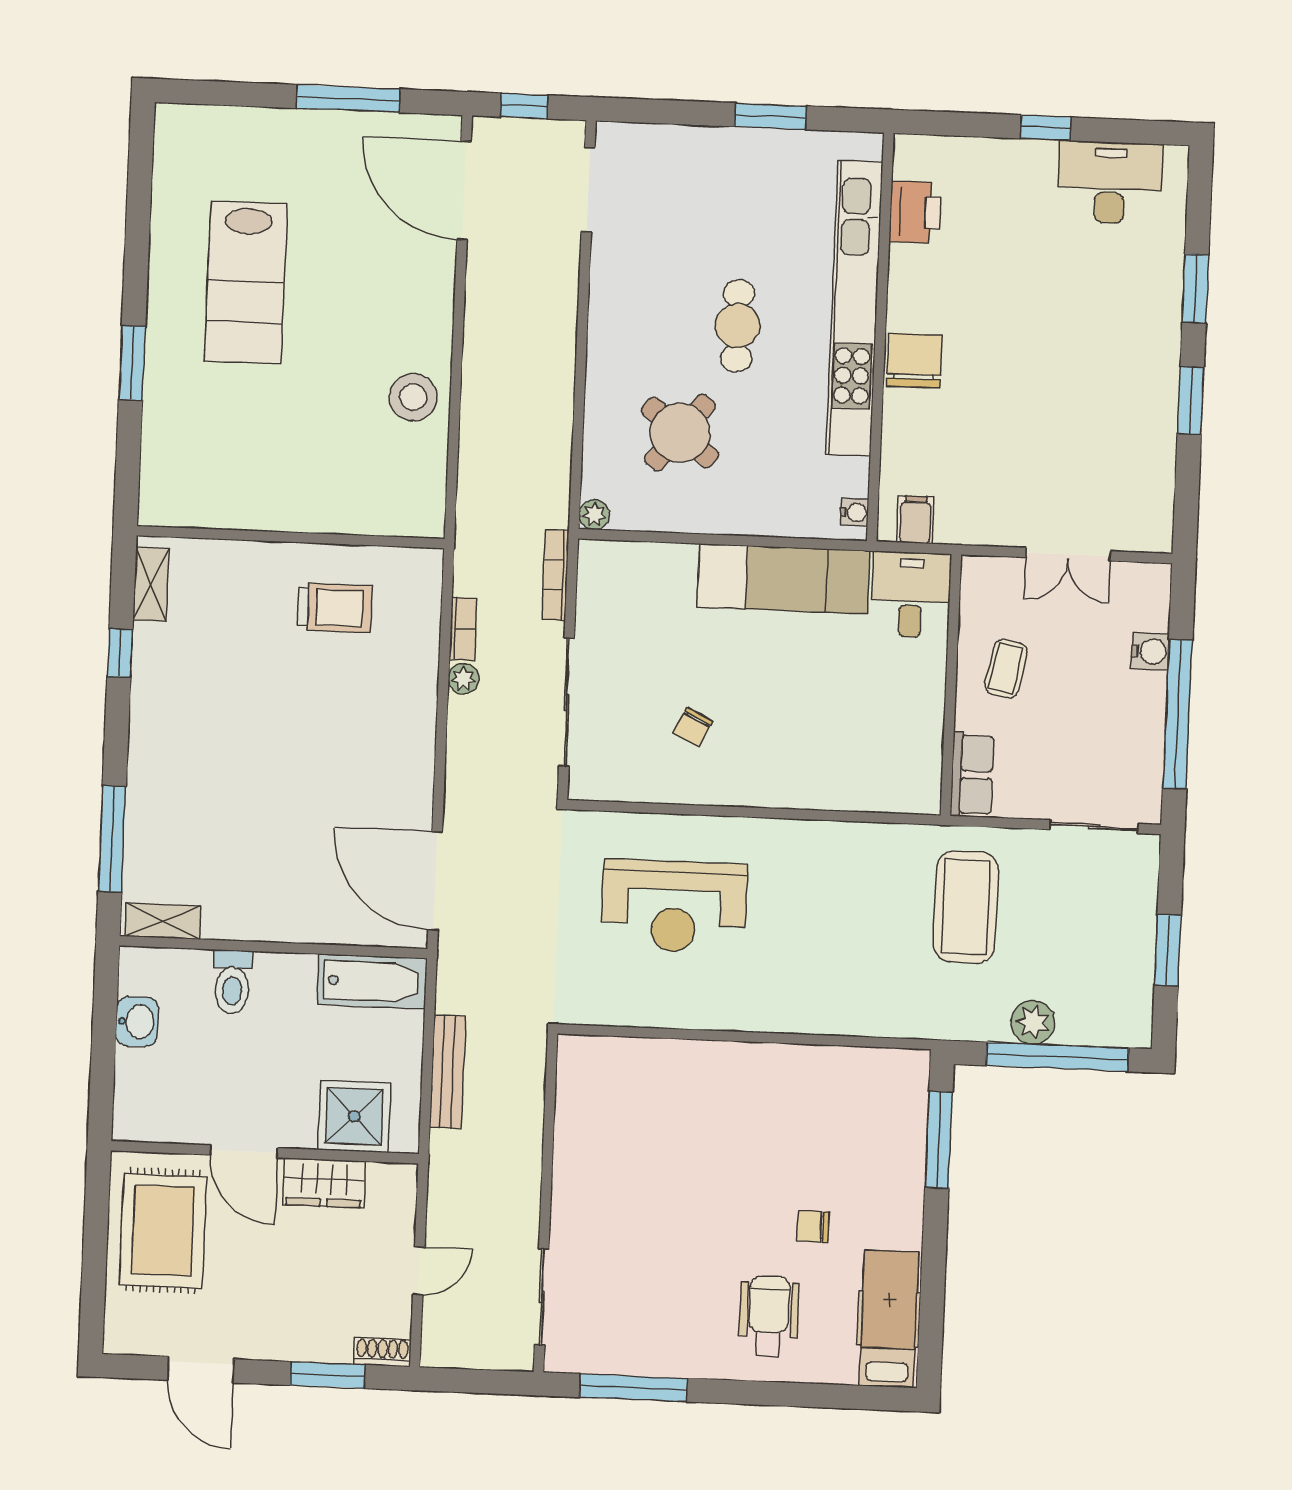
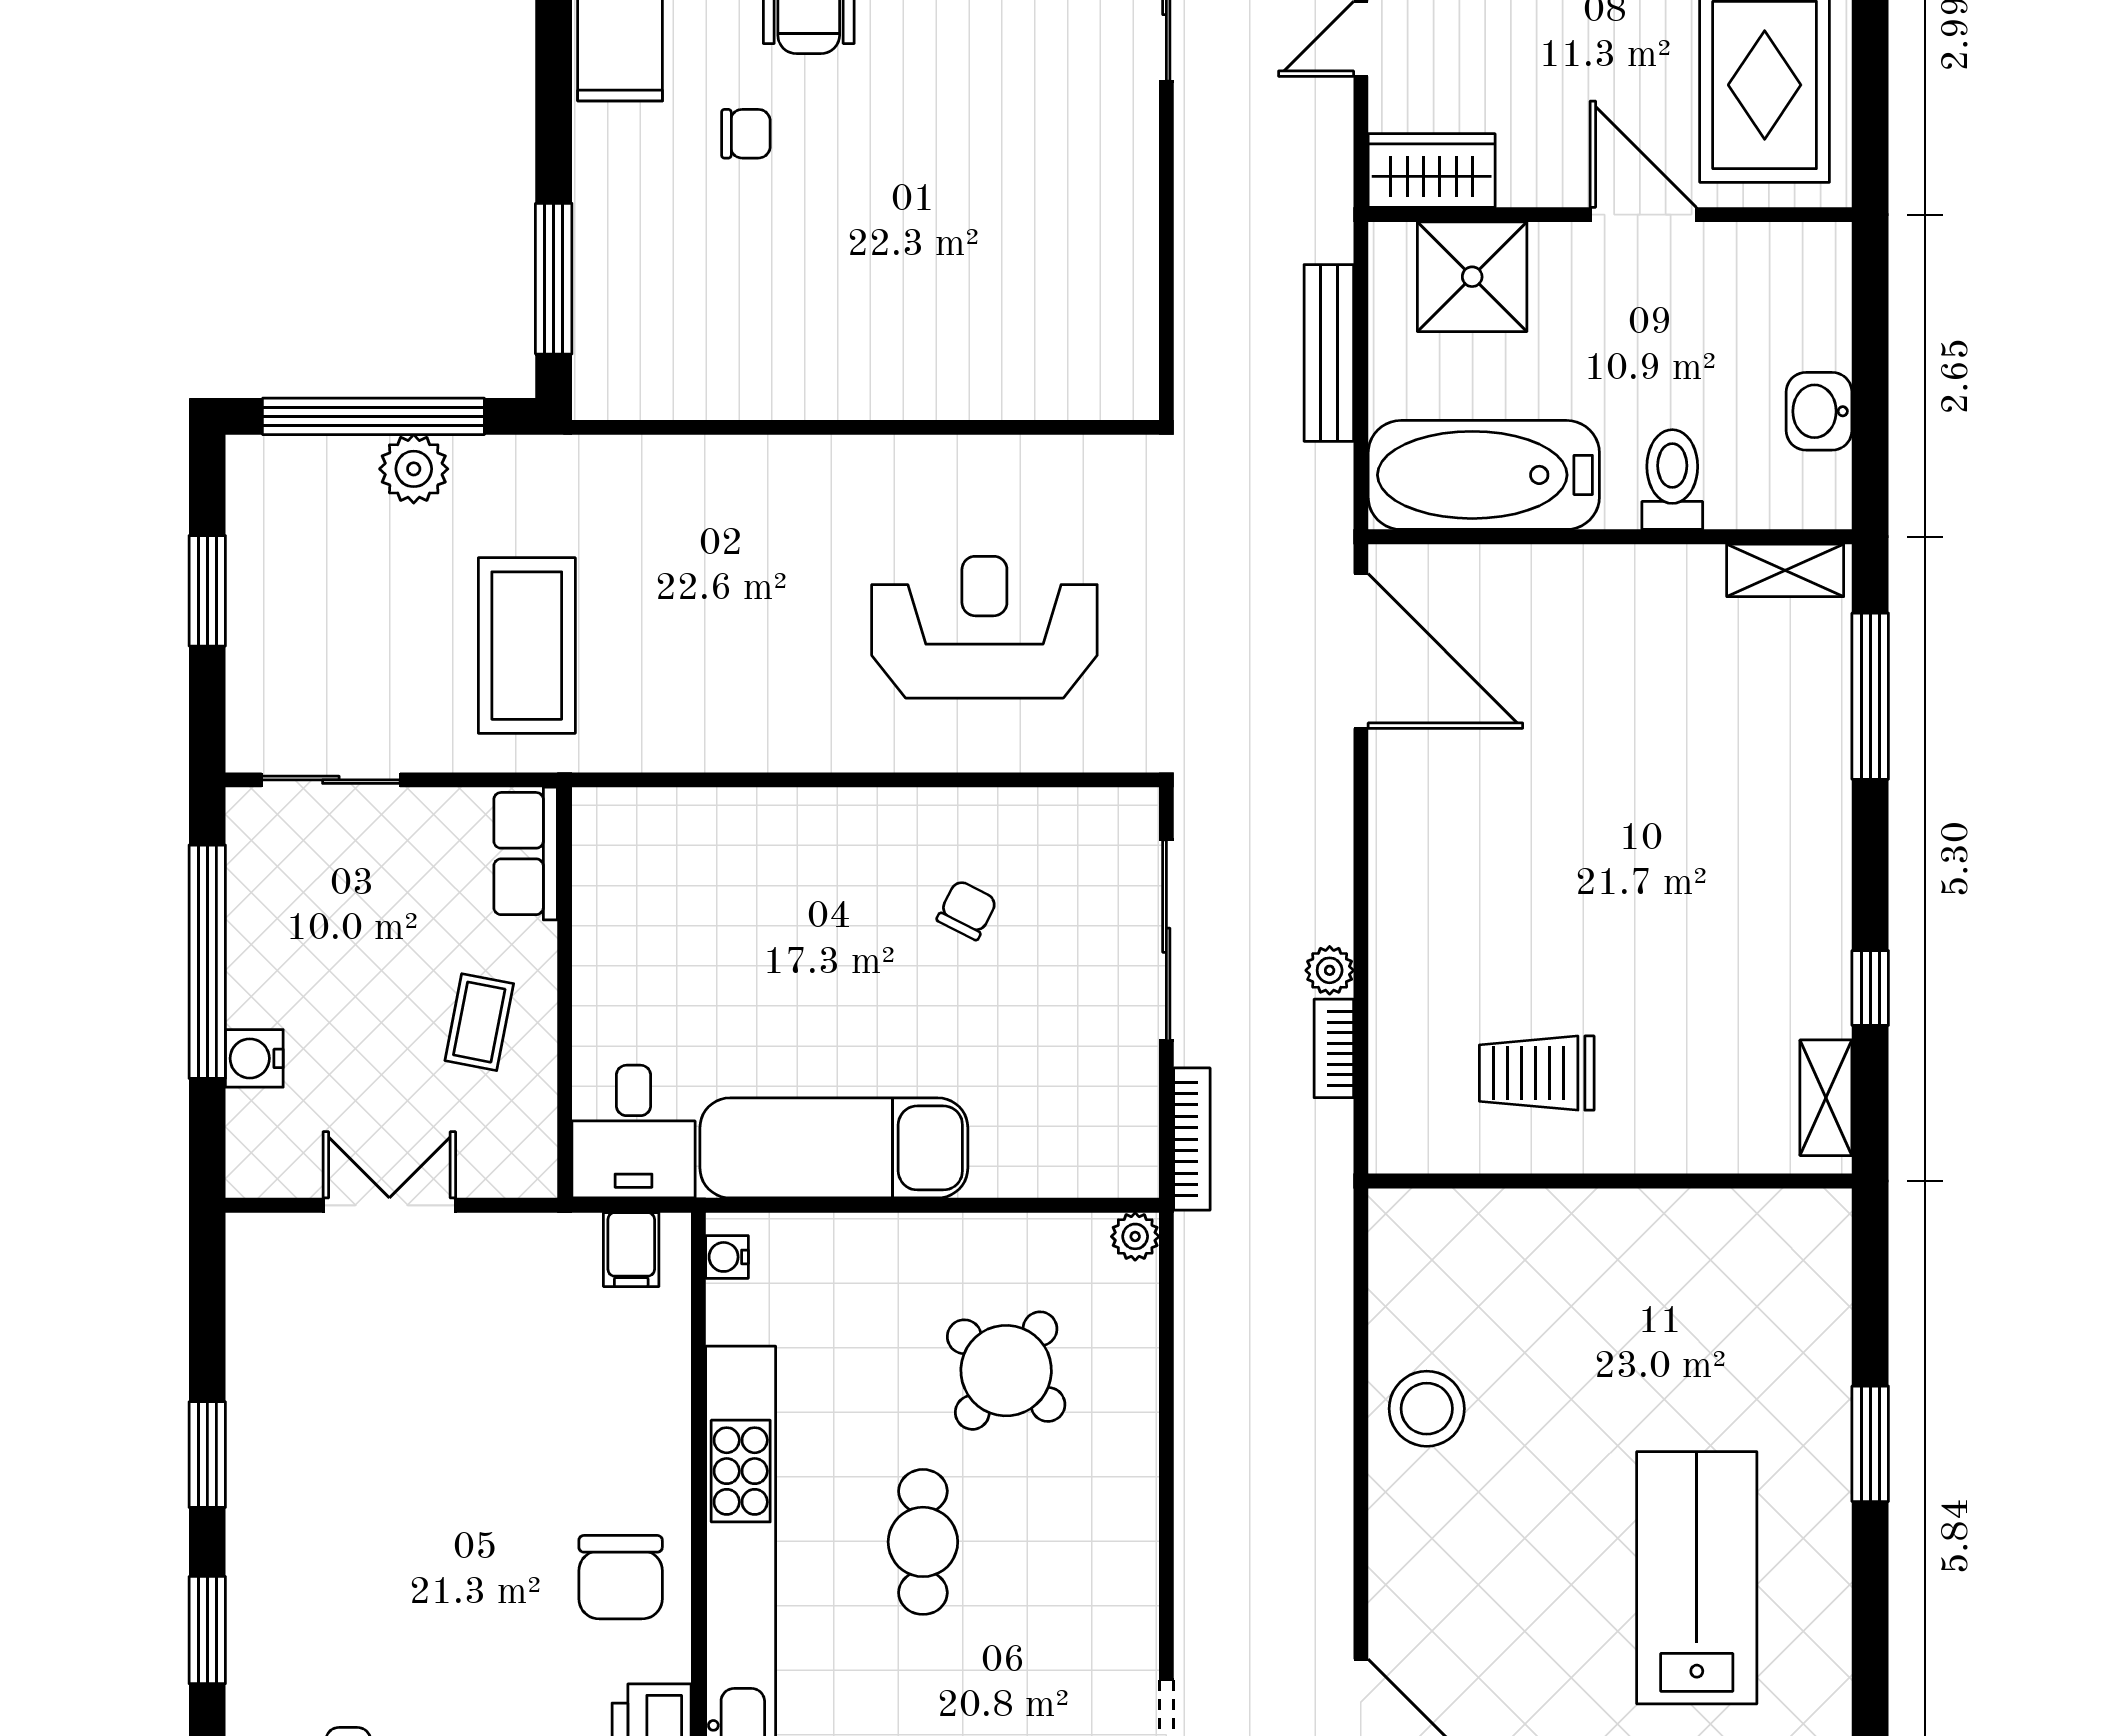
chair: (914, 361) -> (621, 1577), moved
bathtub: (372, 982) -> (1484, 475), width x1.36, depth x1.36
wardrobe: (324, 1183) -> (1432, 170), moved

